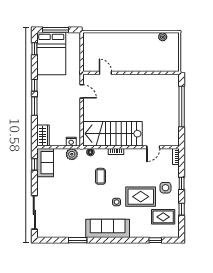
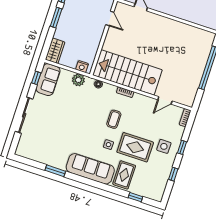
coffee table: (101, 176) -> (114, 119), moved
sliding door: (34, 212) -> (24, 115), moved
rug: (163, 217) -> (124, 175), moved, turned 90

